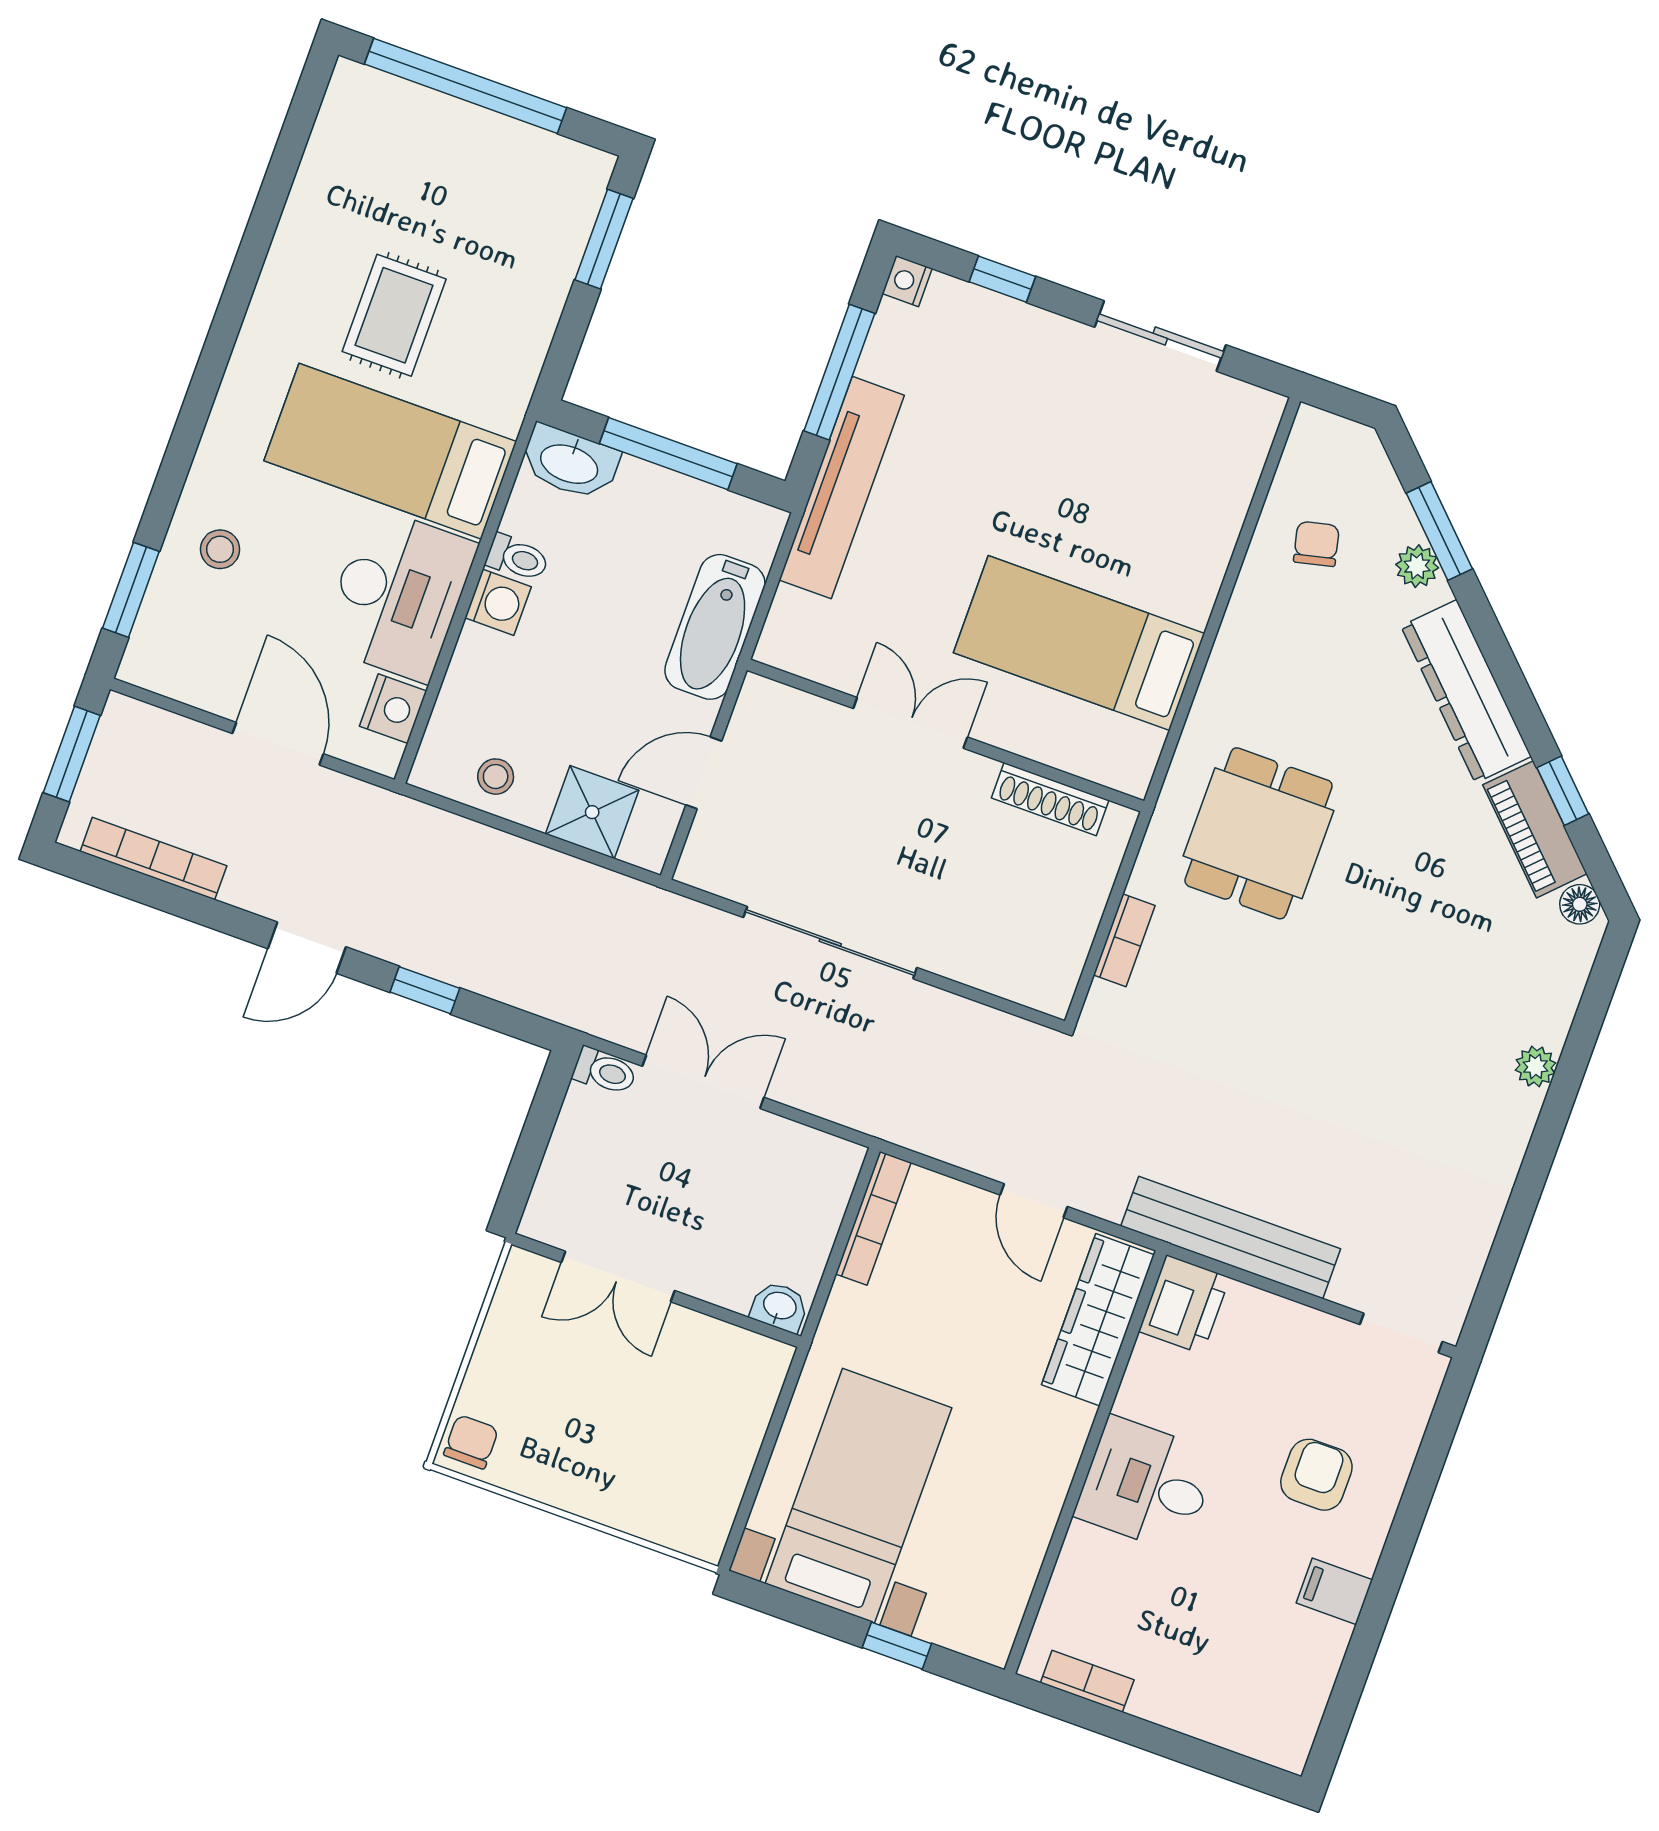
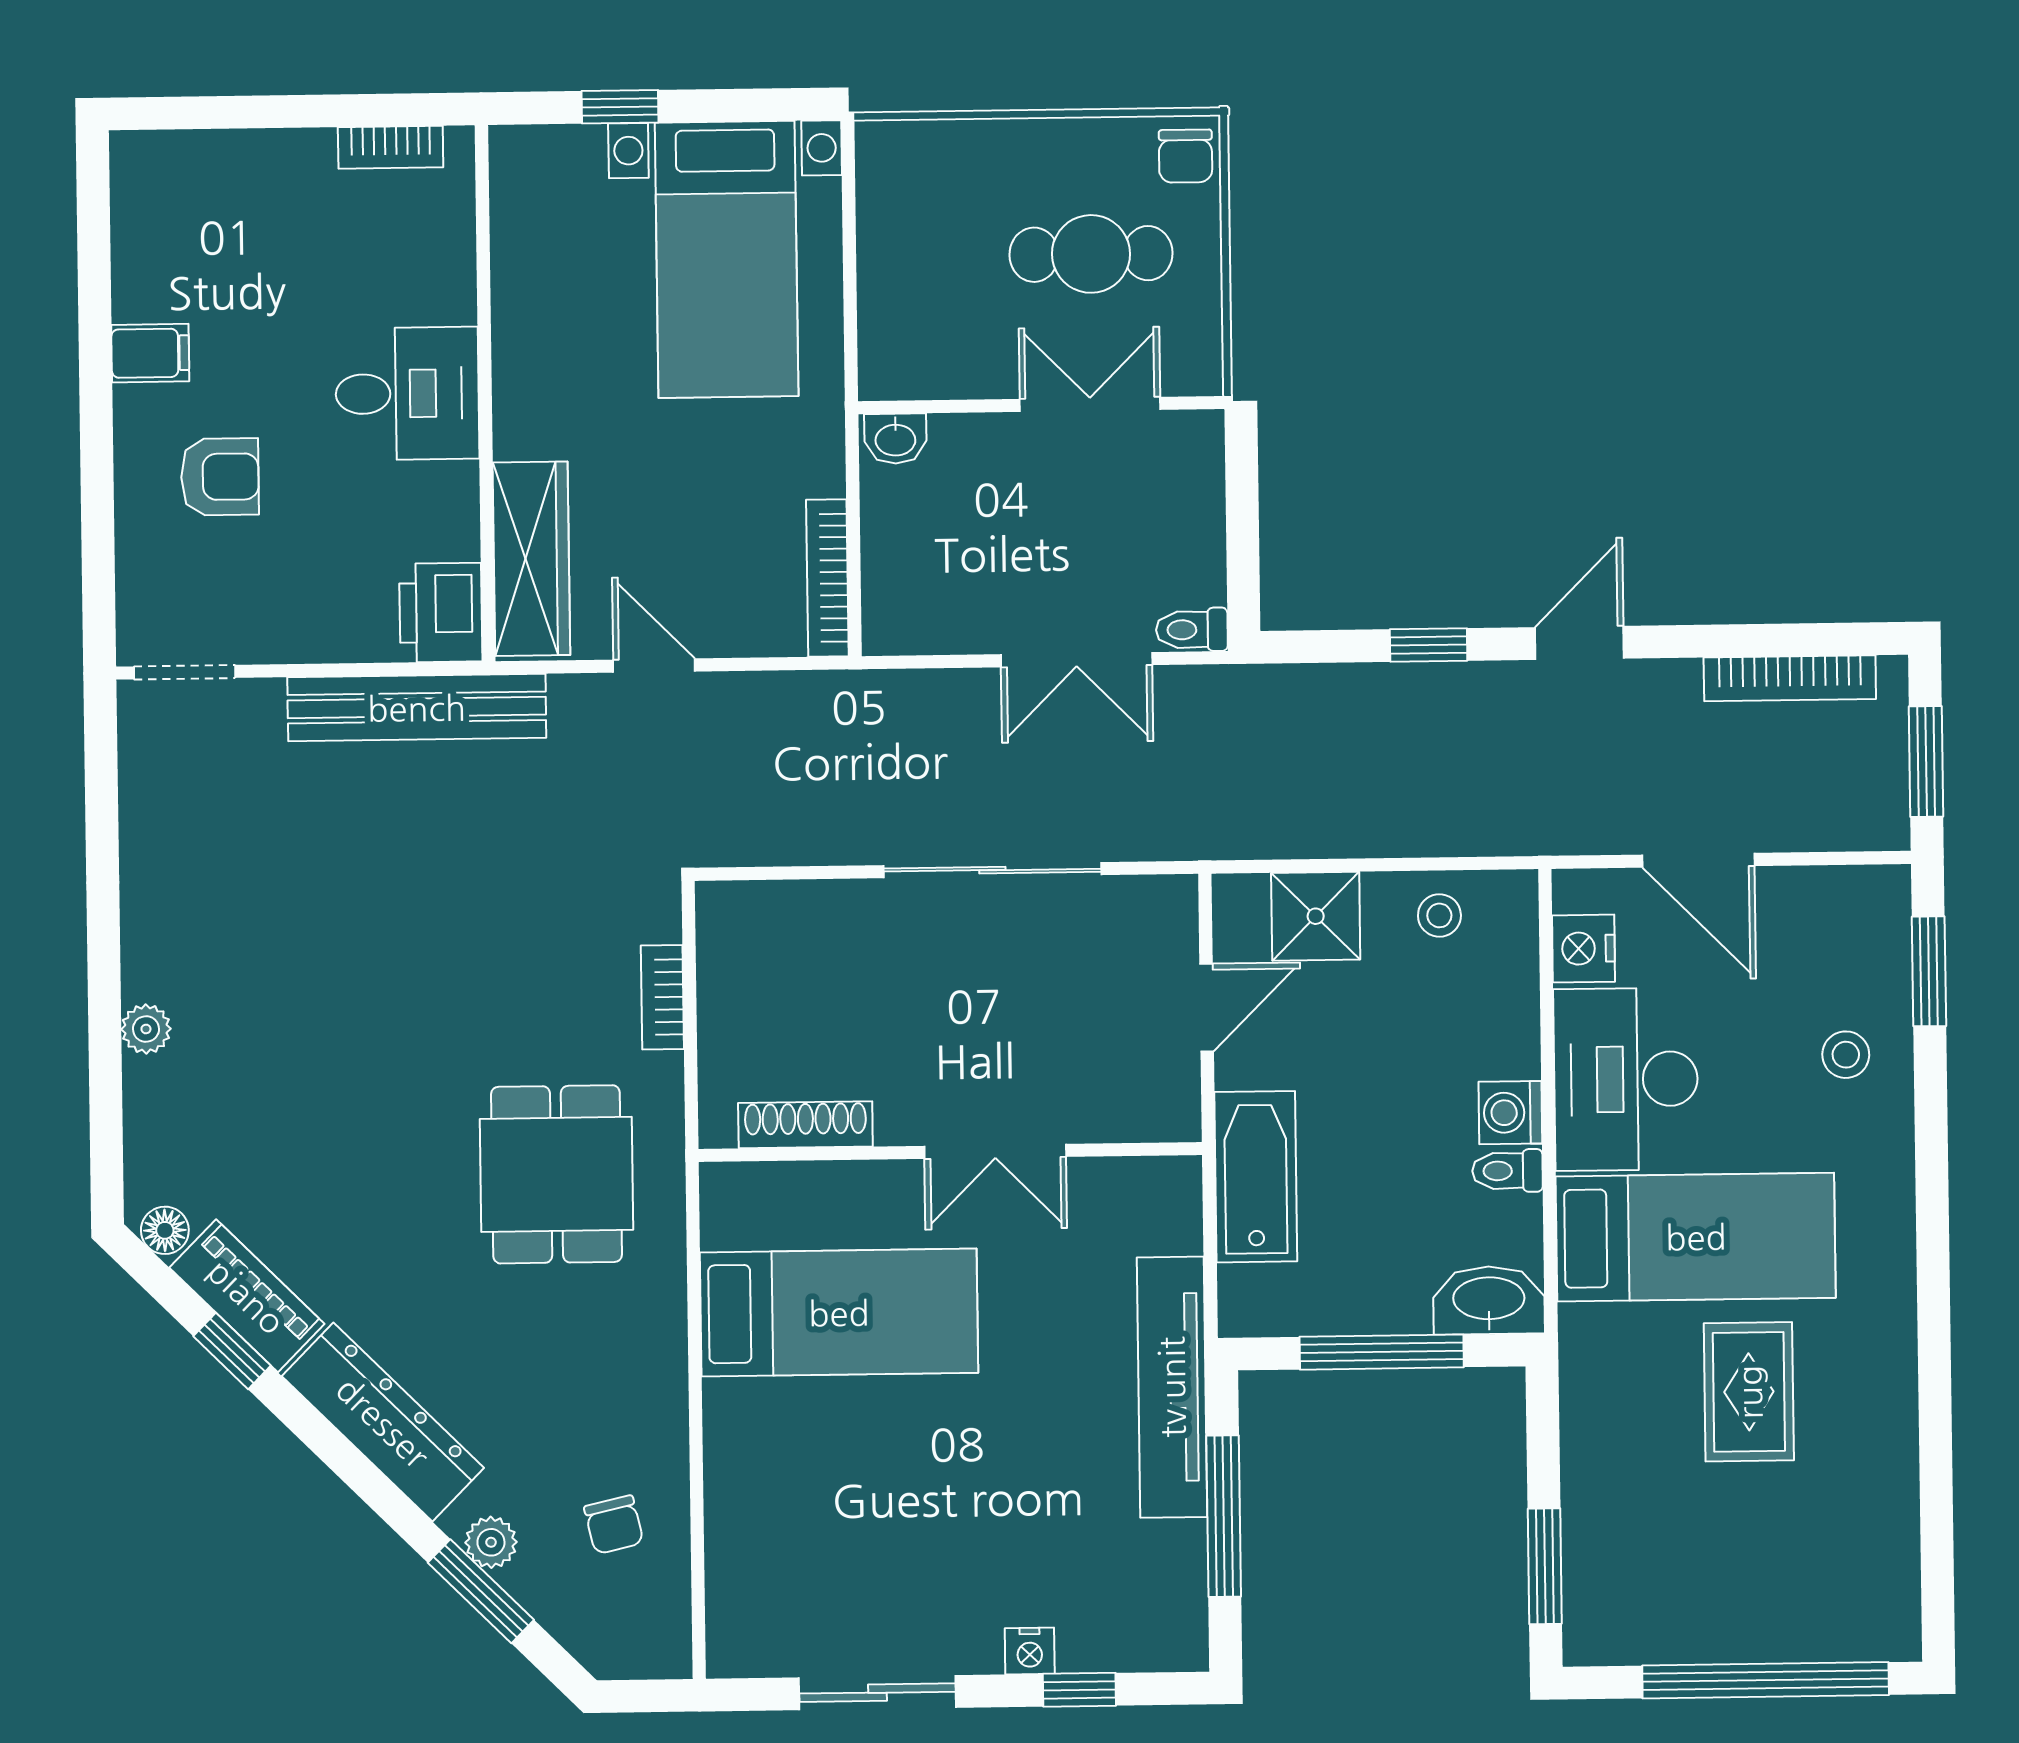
nightstand: (907, 281) -> (1030, 1651), moved, turned 90
cafe table: (573, 1393) -> (1091, 254), added
armchair: (1316, 1475) -> (220, 477), turned -90

